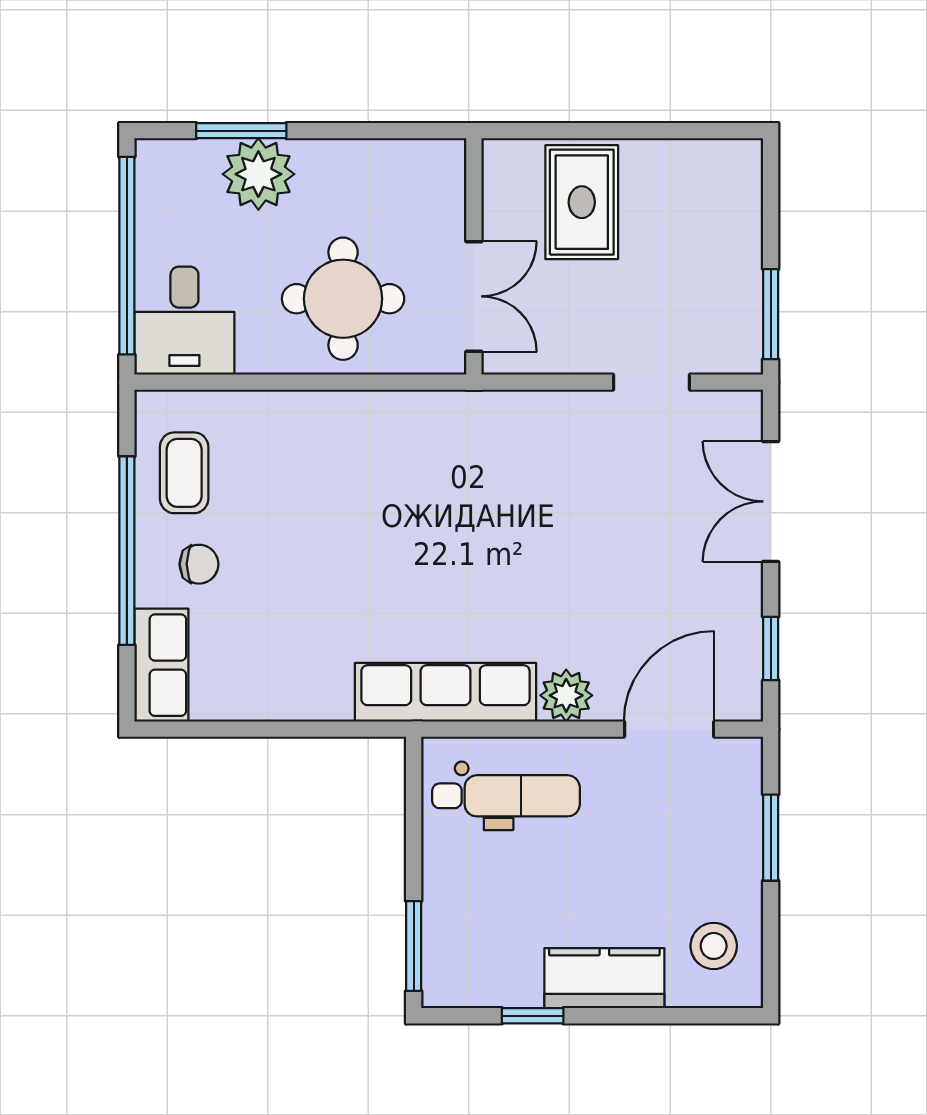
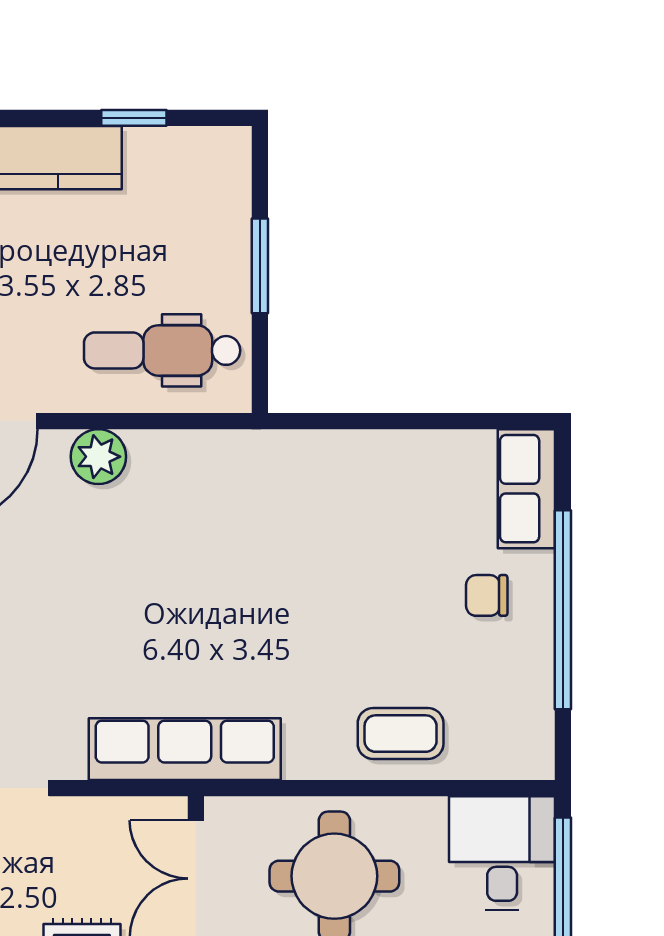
coffee table: (184, 473) -> (401, 734), moved, turned 90
row of seats: (445, 692) -> (185, 749), moved, turned 180
window: (414, 946) -> (260, 266), moved

